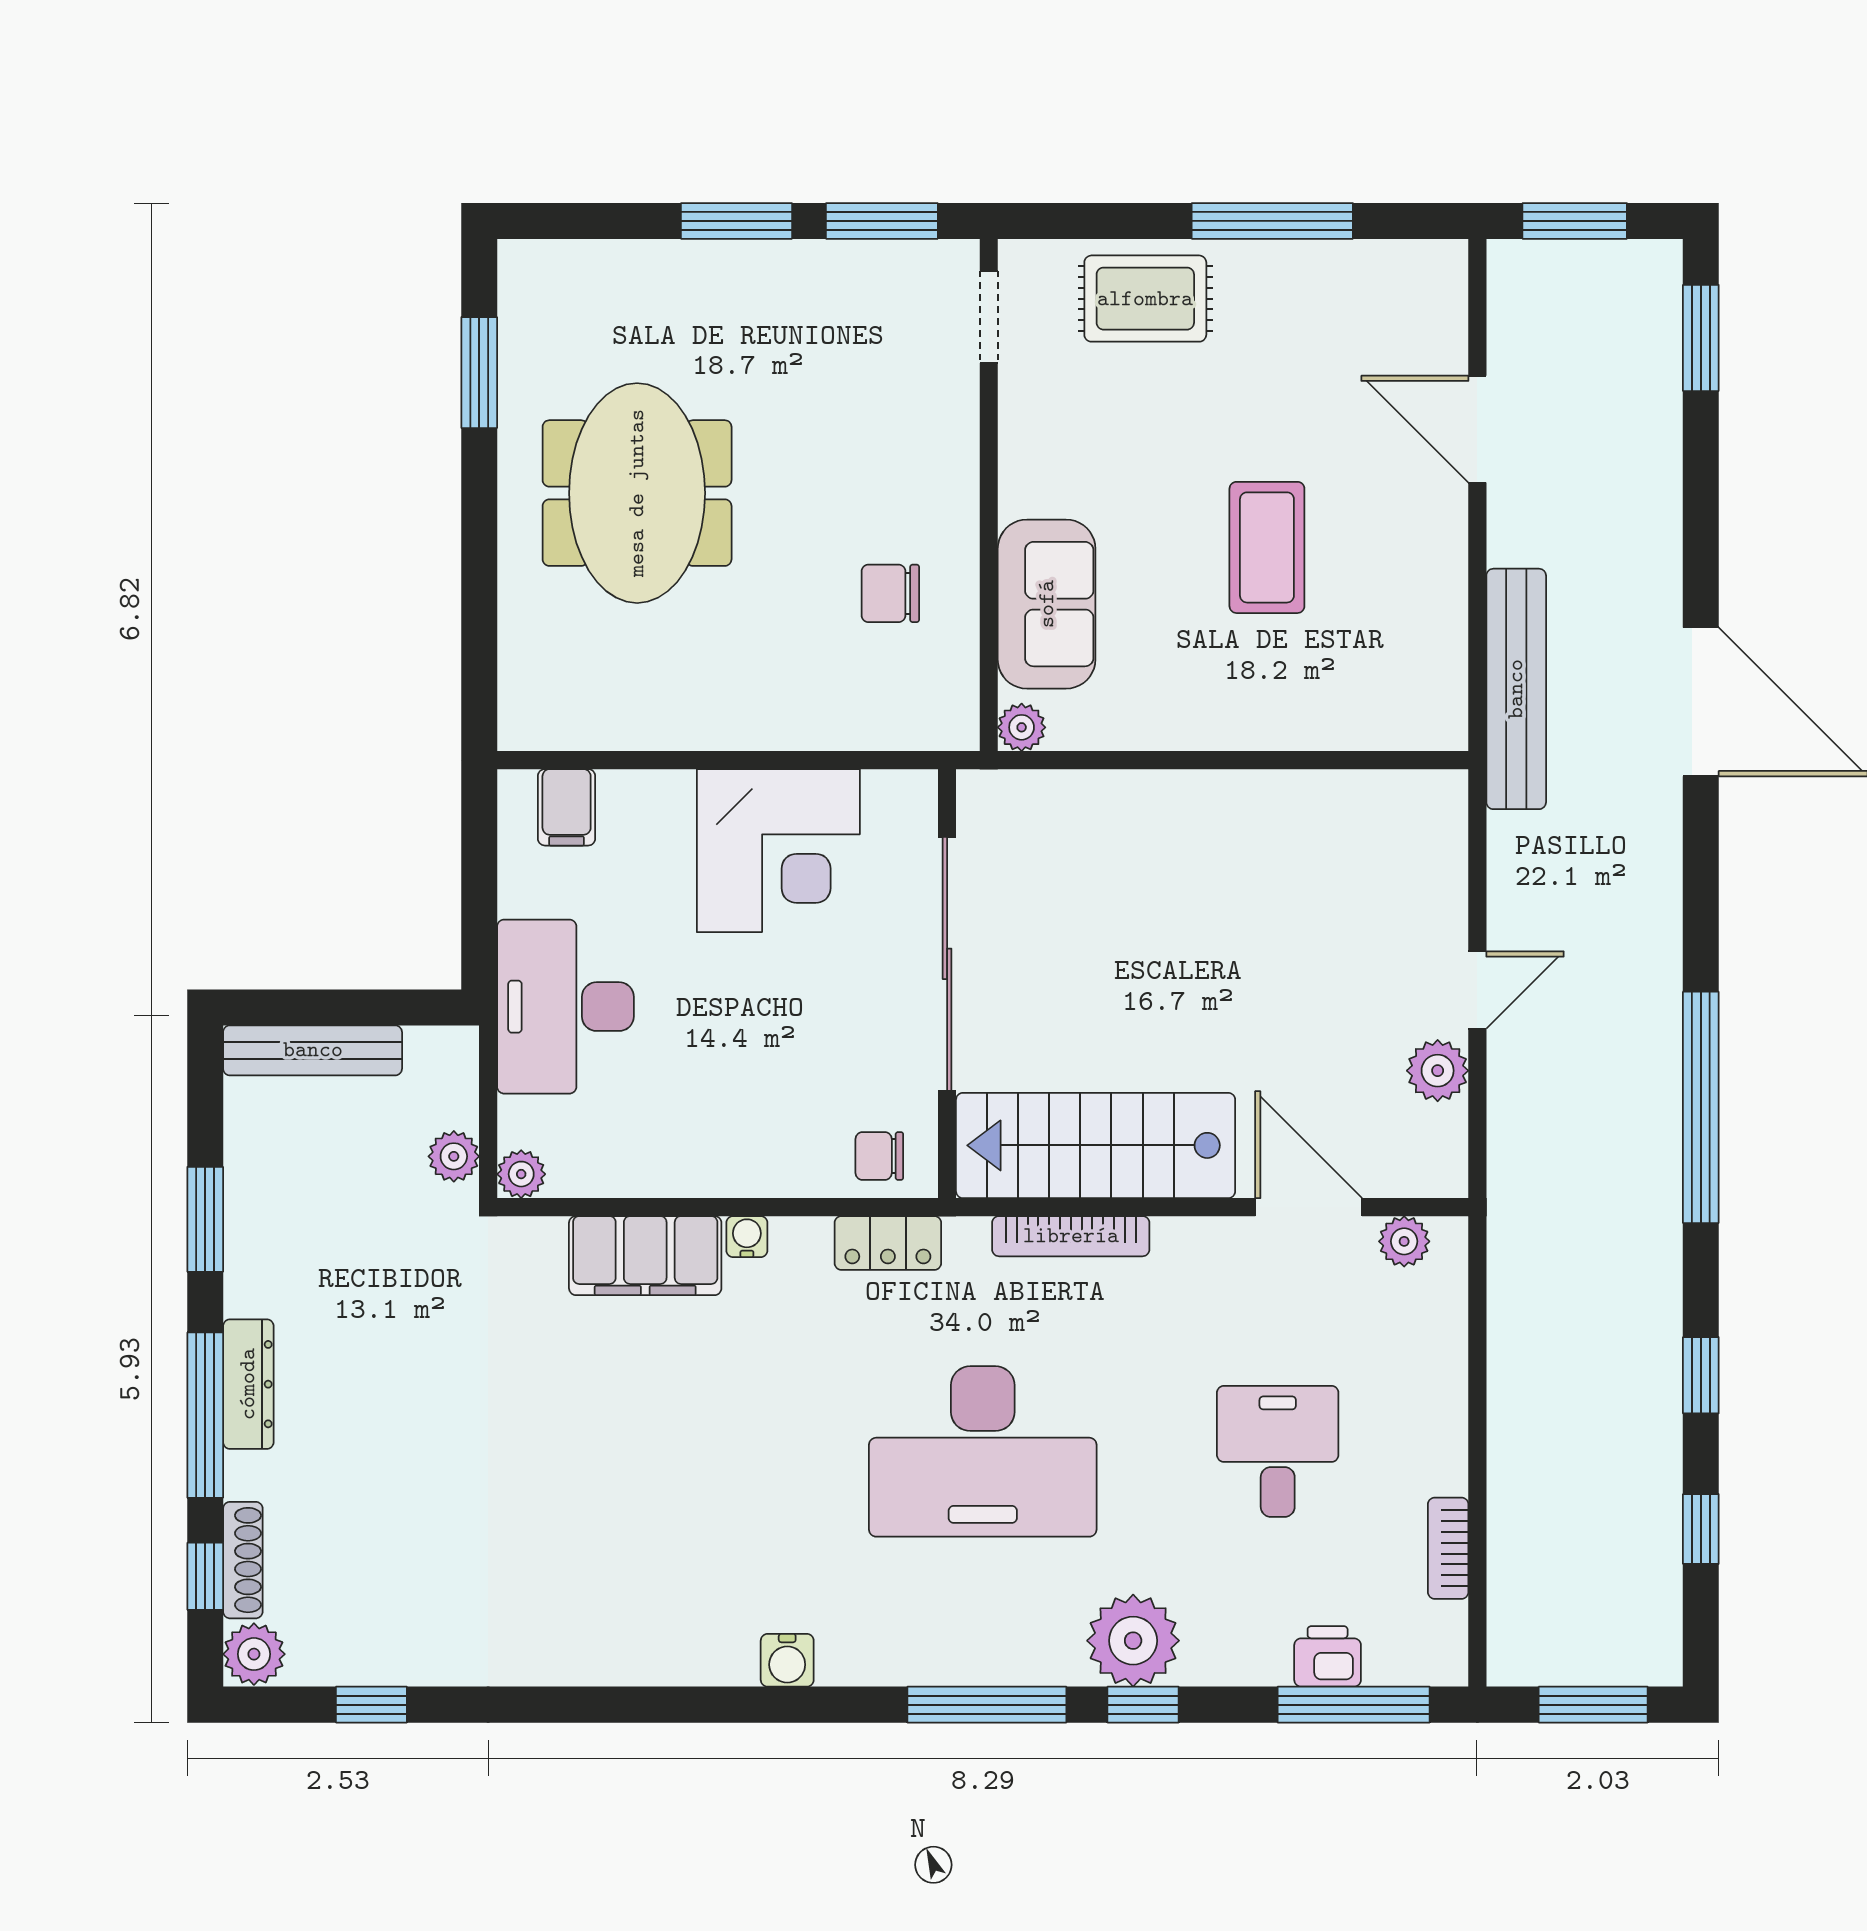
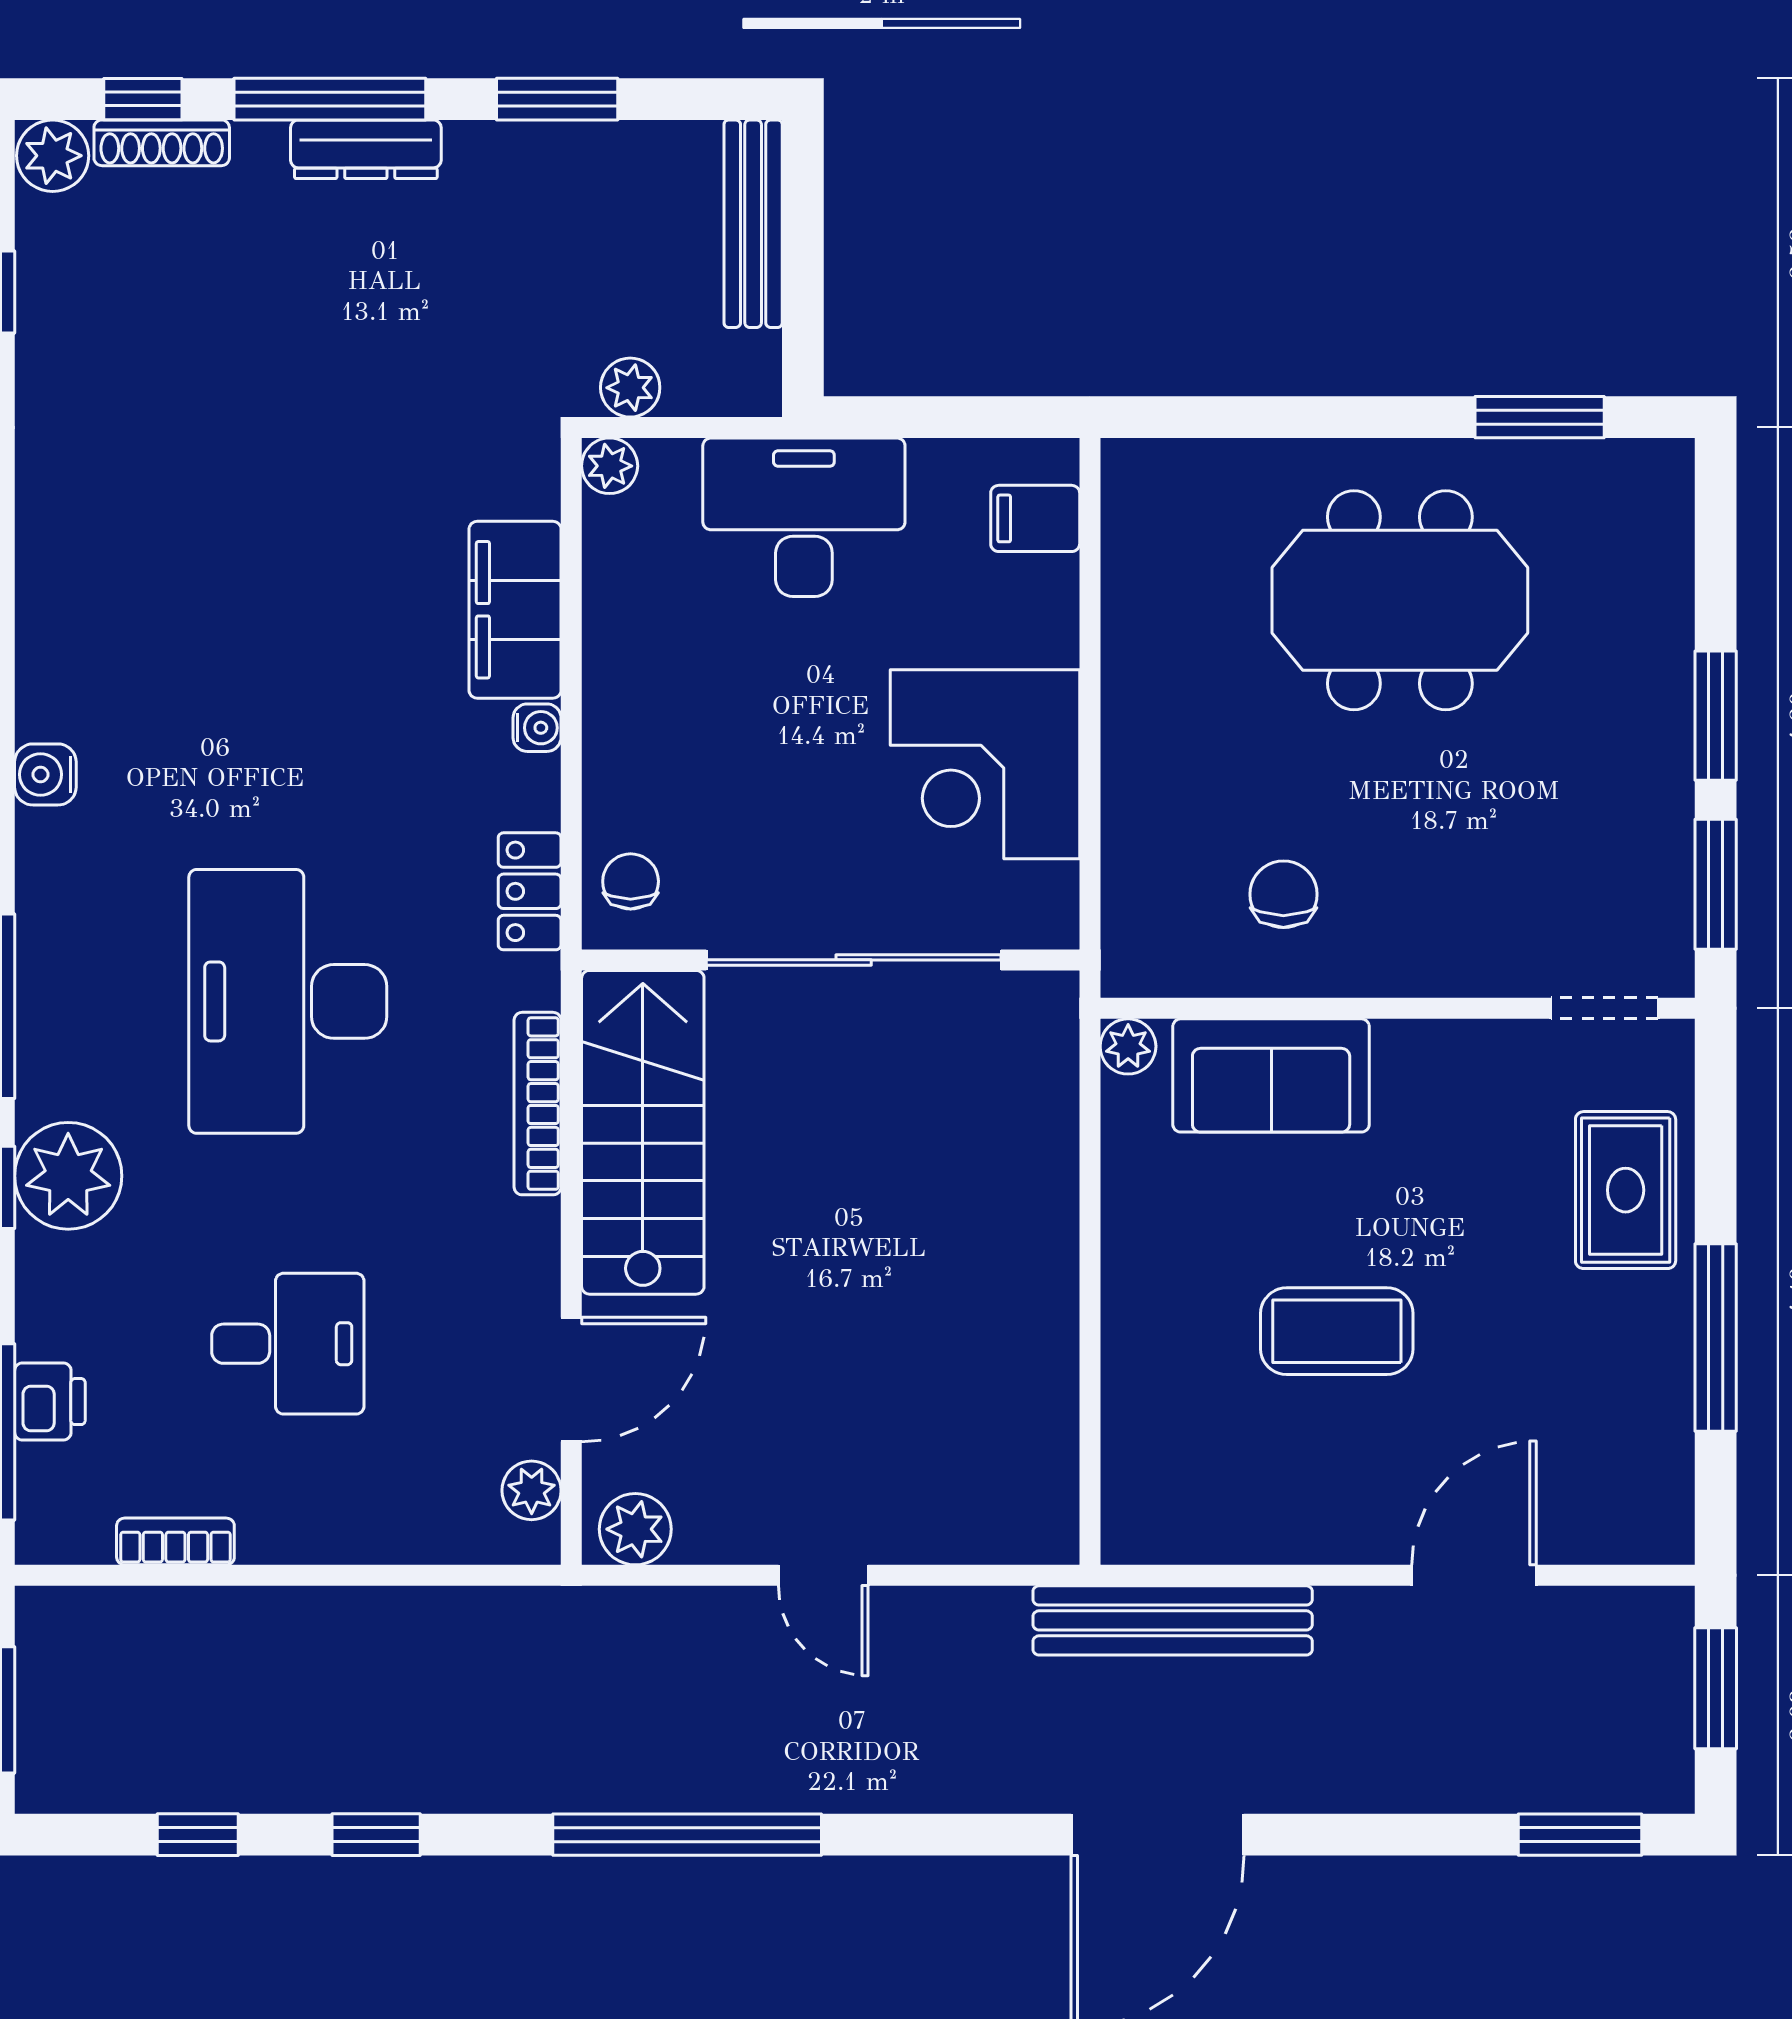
plant: (1438, 1071) -> (635, 1529), moved

